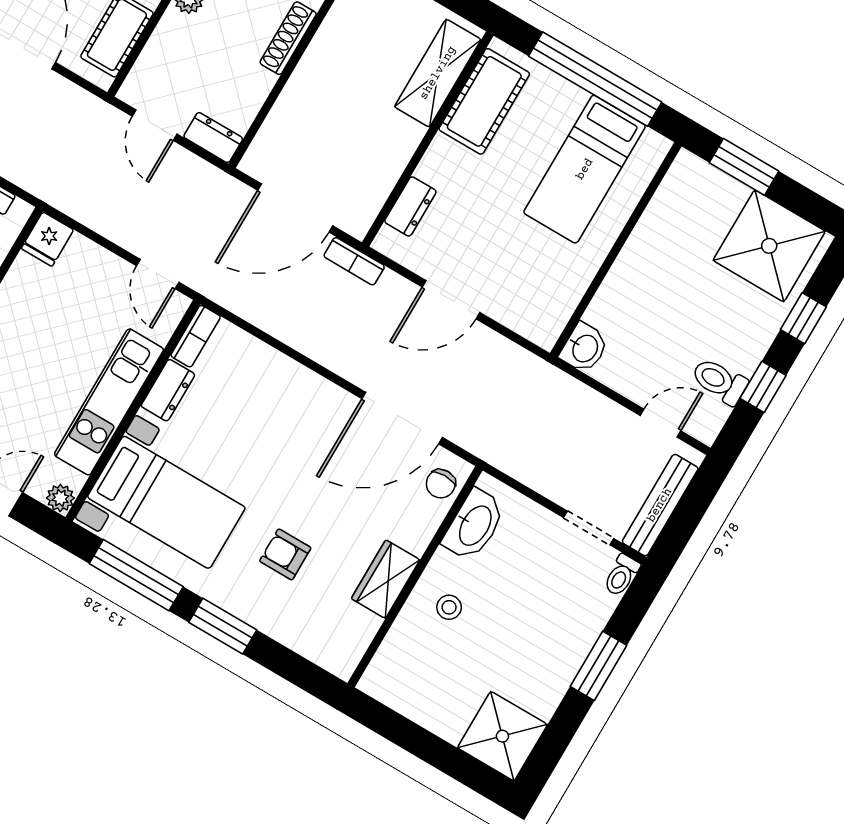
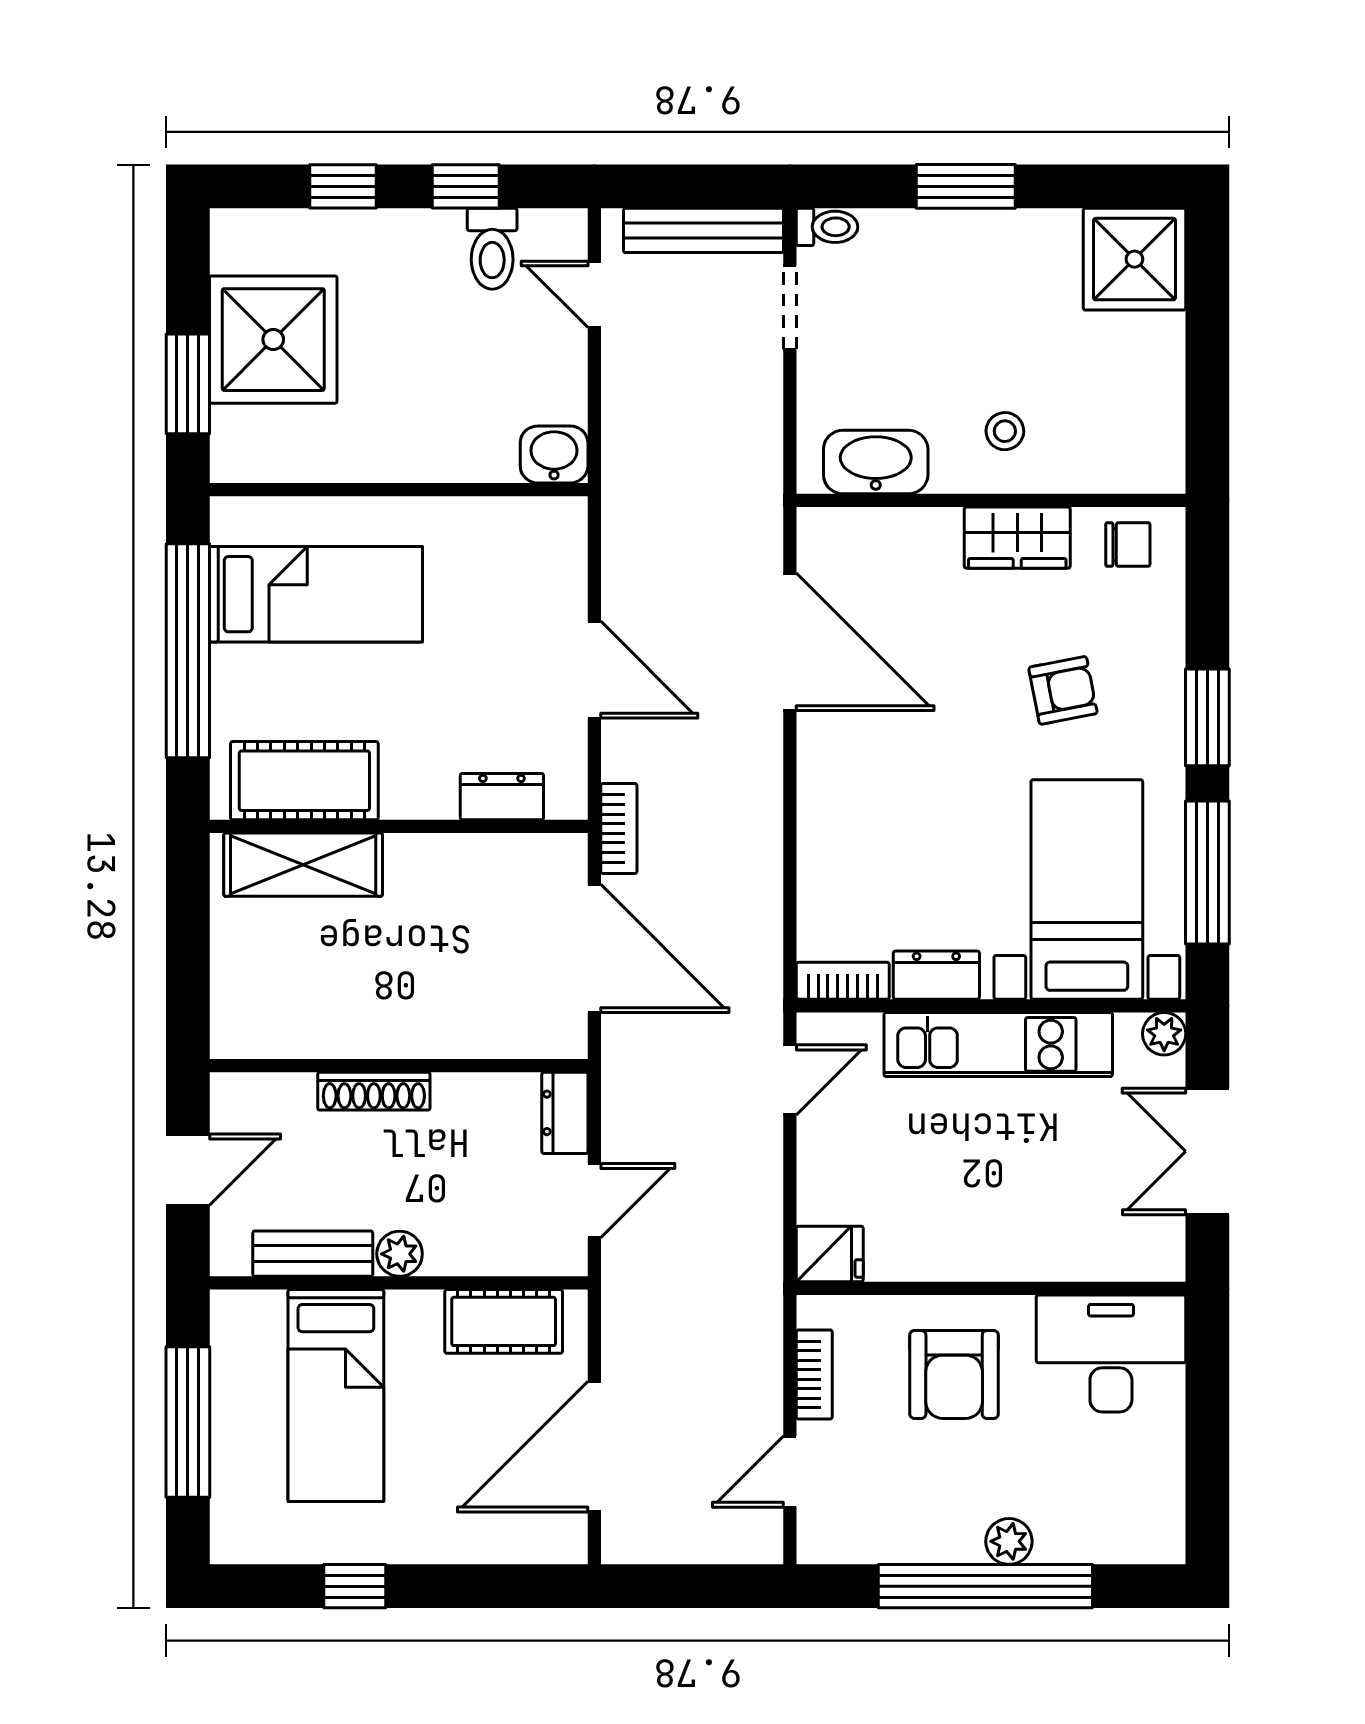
shower: (769, 246) -> (273, 340), moved
chair: (441, 484) -> (1128, 544), moved
armchair: (285, 554) -> (1063, 690), turned -101

